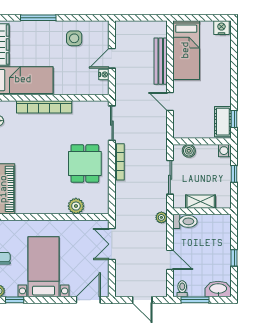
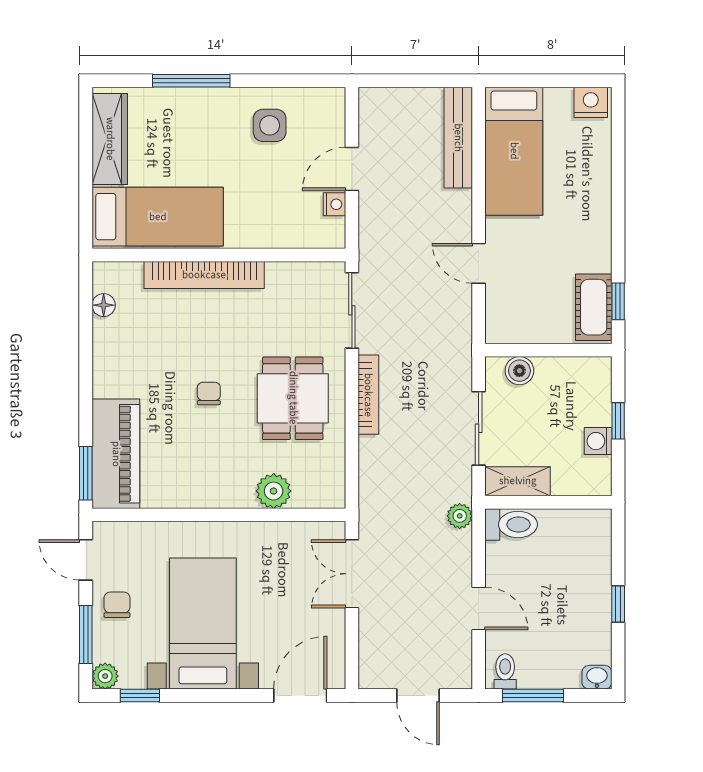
bench: (161, 61) -> (458, 138), moved
washing machine: (225, 151) -> (598, 441), moved
chair: (46, 161) -> (209, 393), added
shelving: (201, 202) -> (518, 481), moved
washbasin: (218, 289) -> (597, 677), width x0.52, depth x0.69

